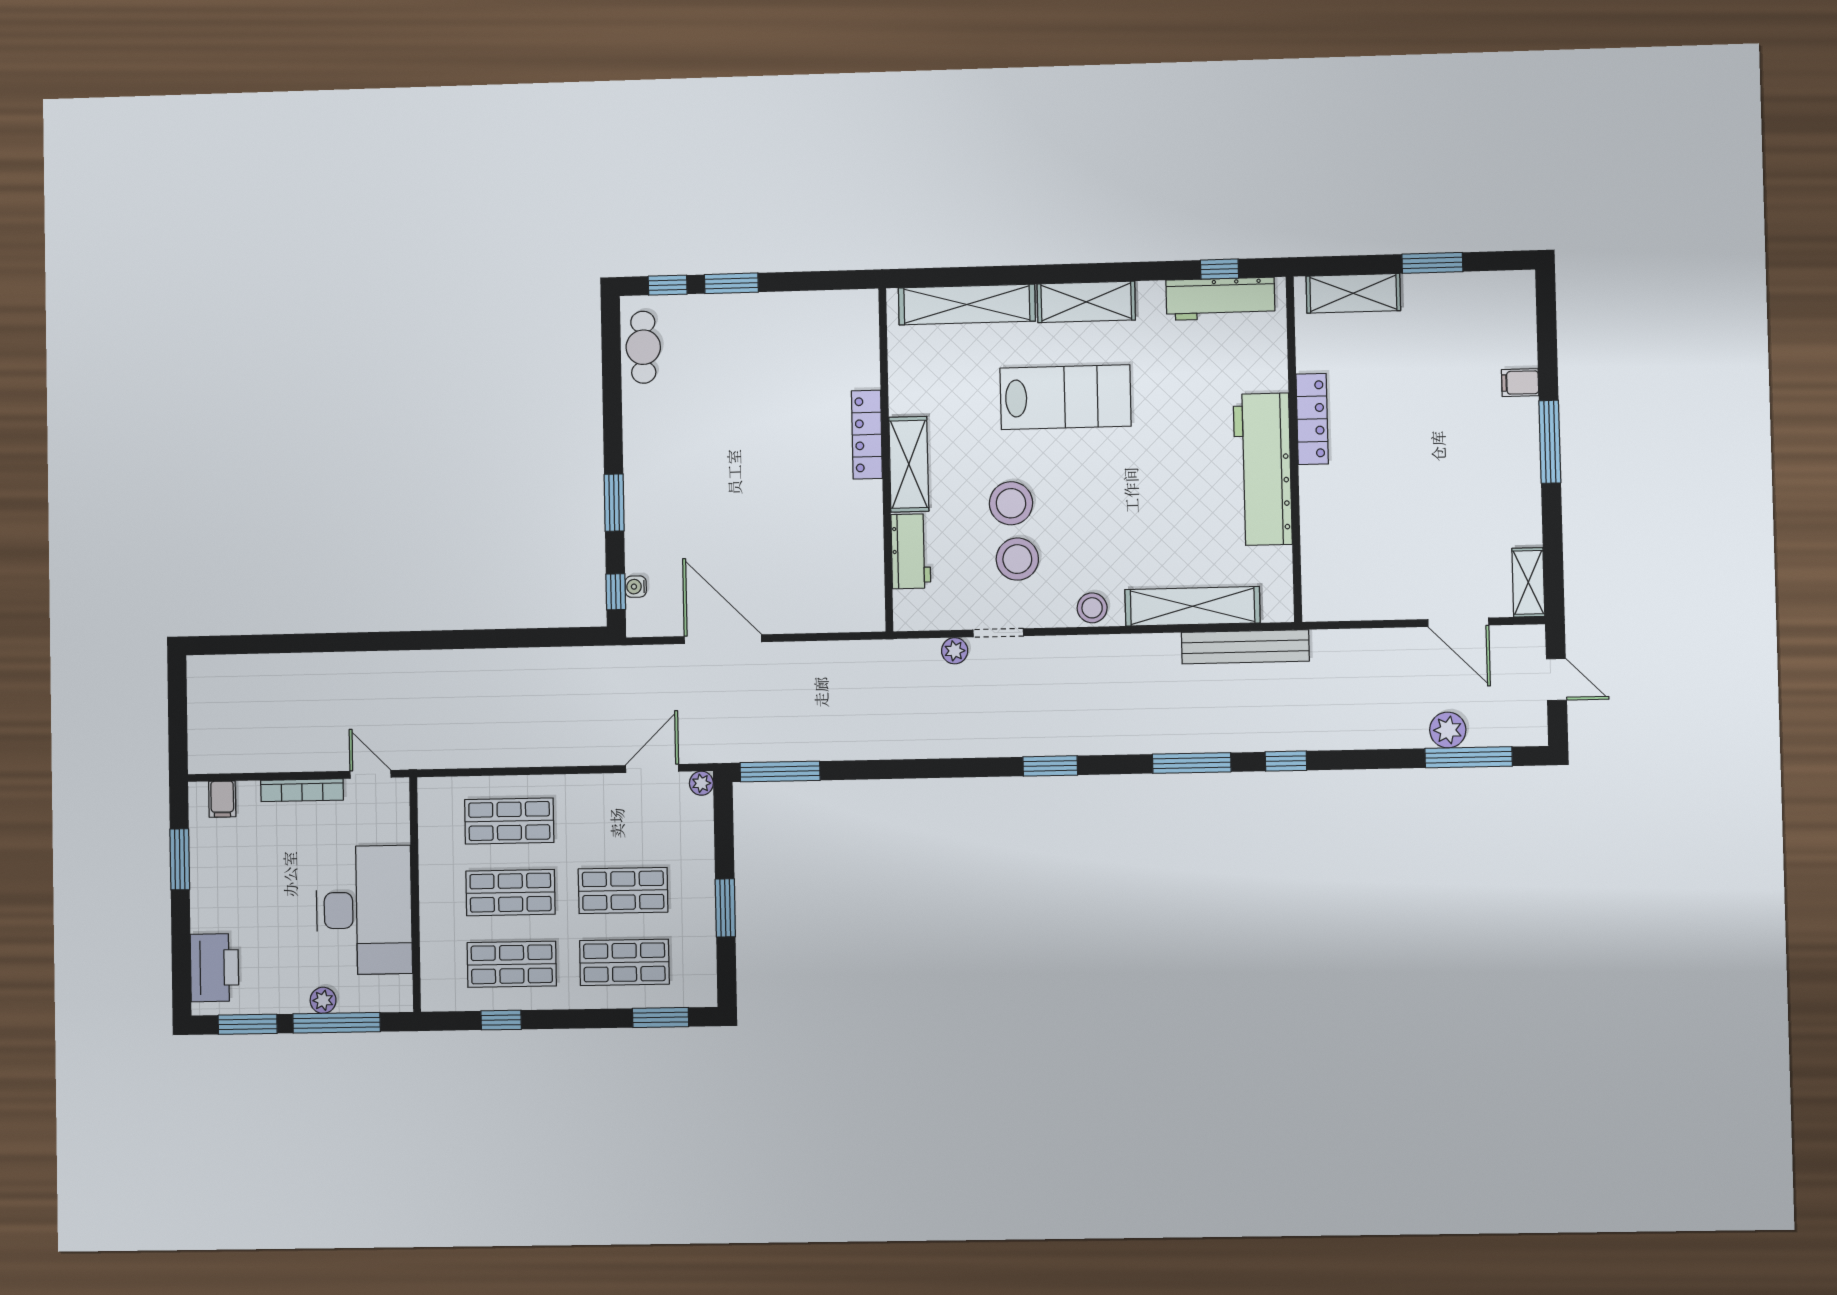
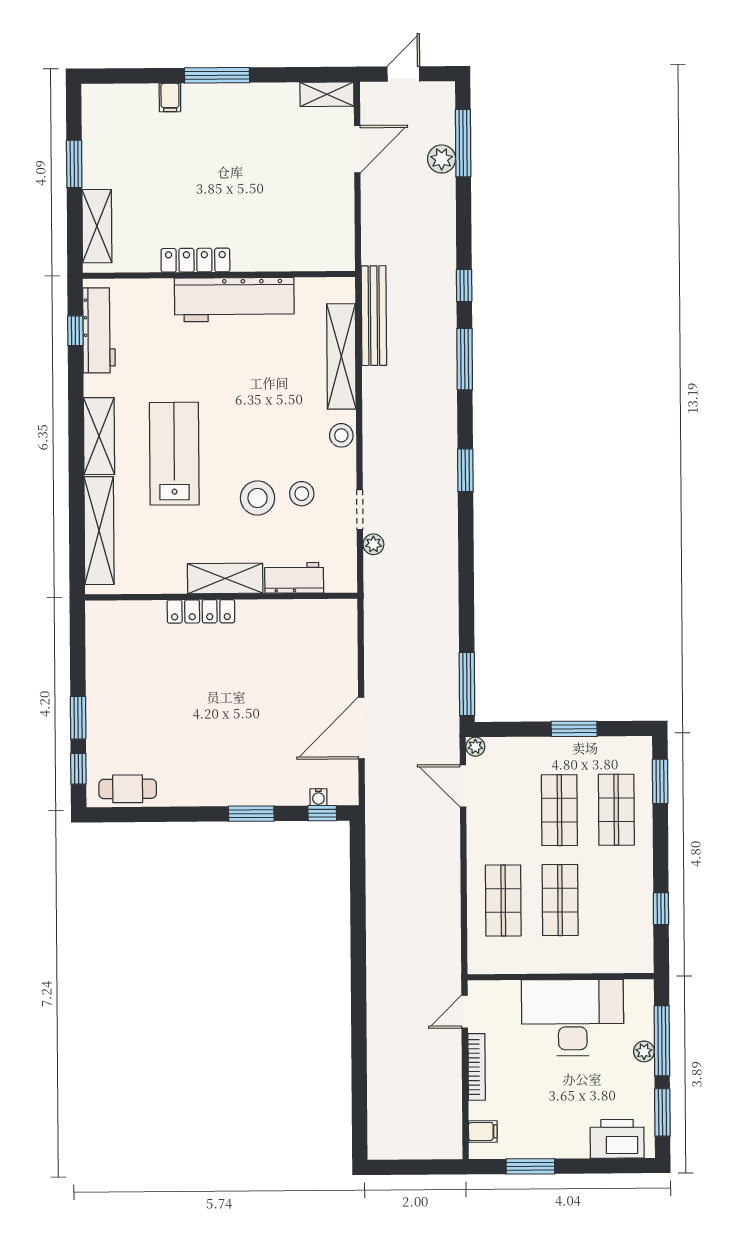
stool: (1017, 559) -> (302, 494), width x0.73, depth x0.73
shop shelf: (512, 964) -> (617, 900), removed

